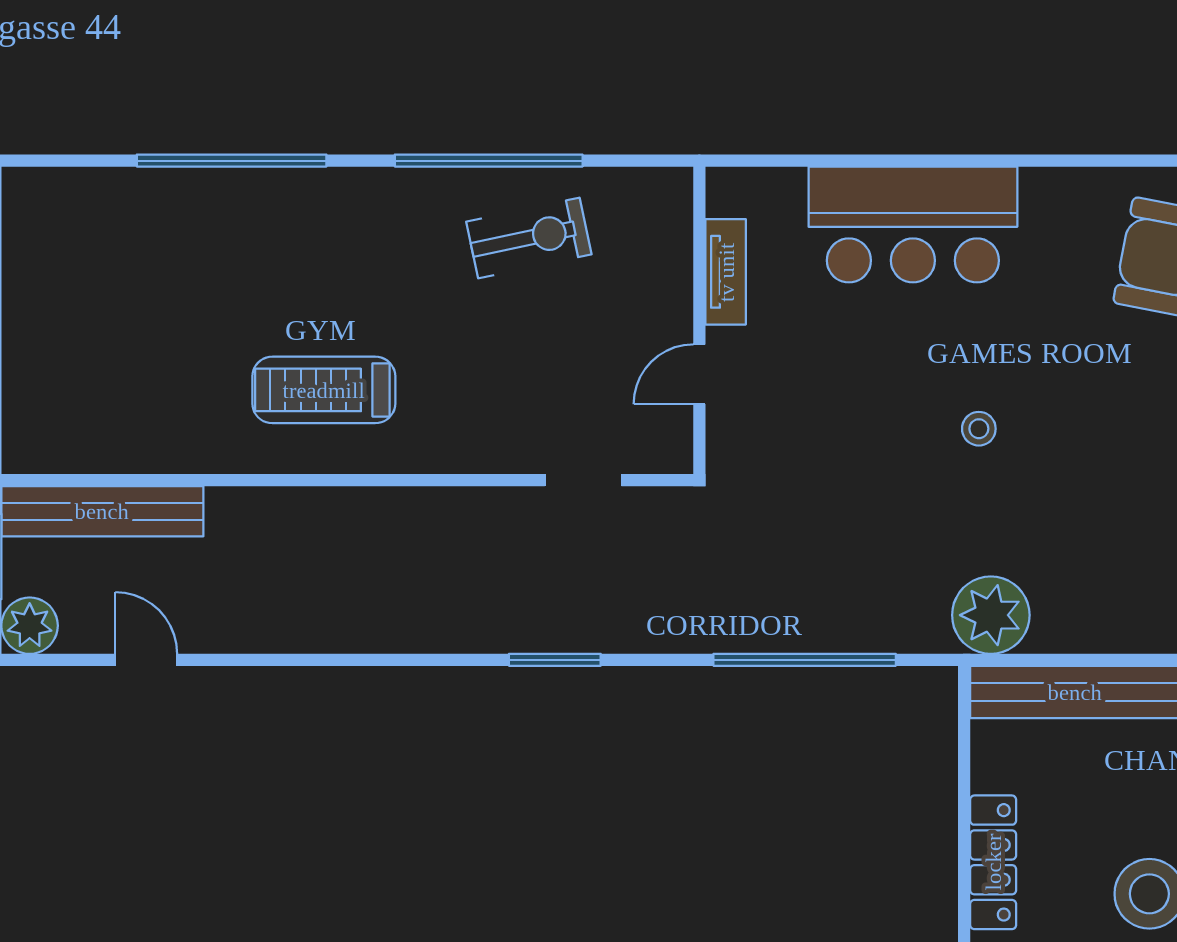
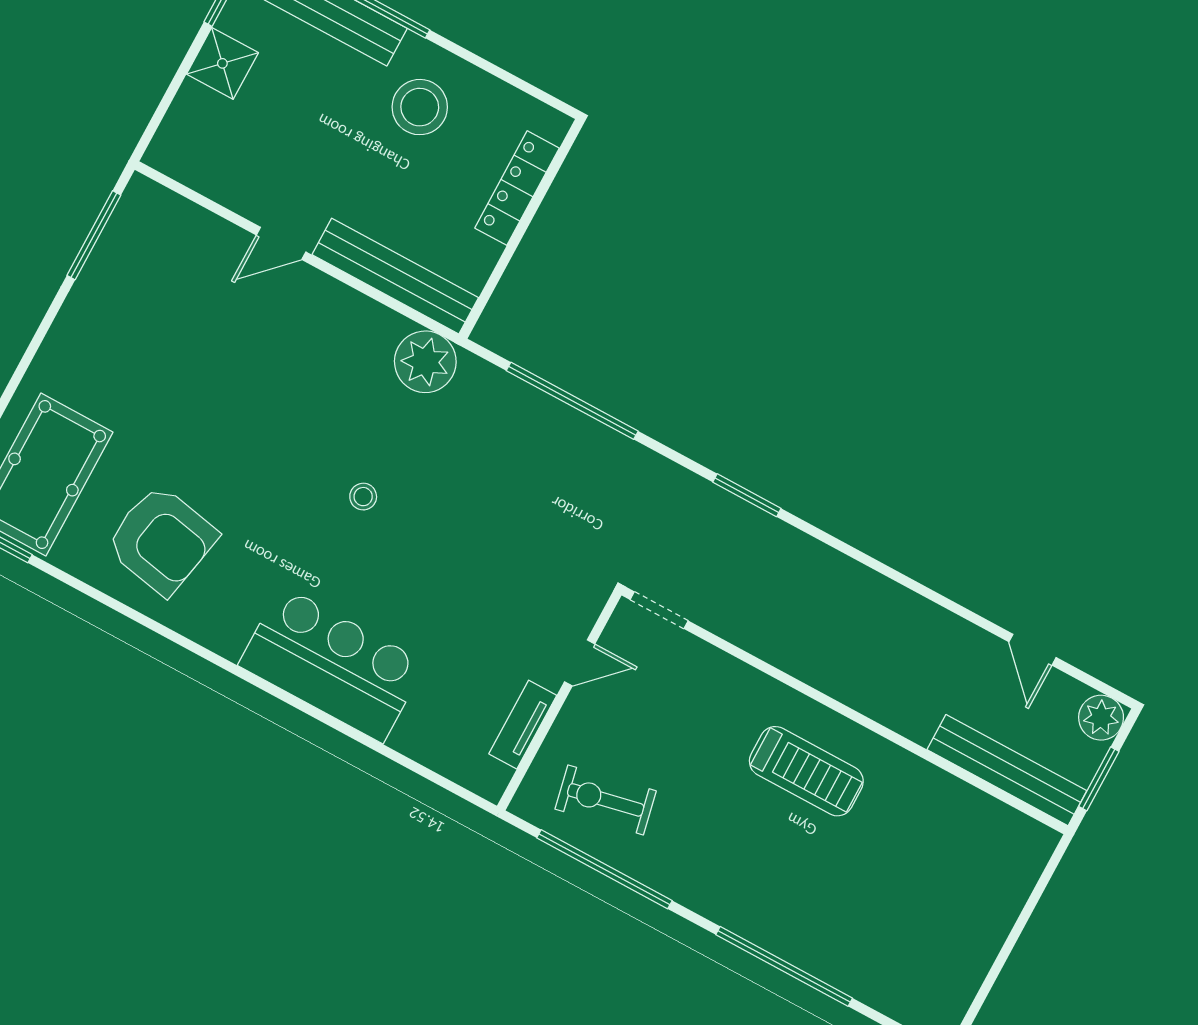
tv unit: (726, 272) -> (523, 725), moved
wall: (699, 320) -> (559, 701), moved
door: (699, 374) -> (580, 663), moved

